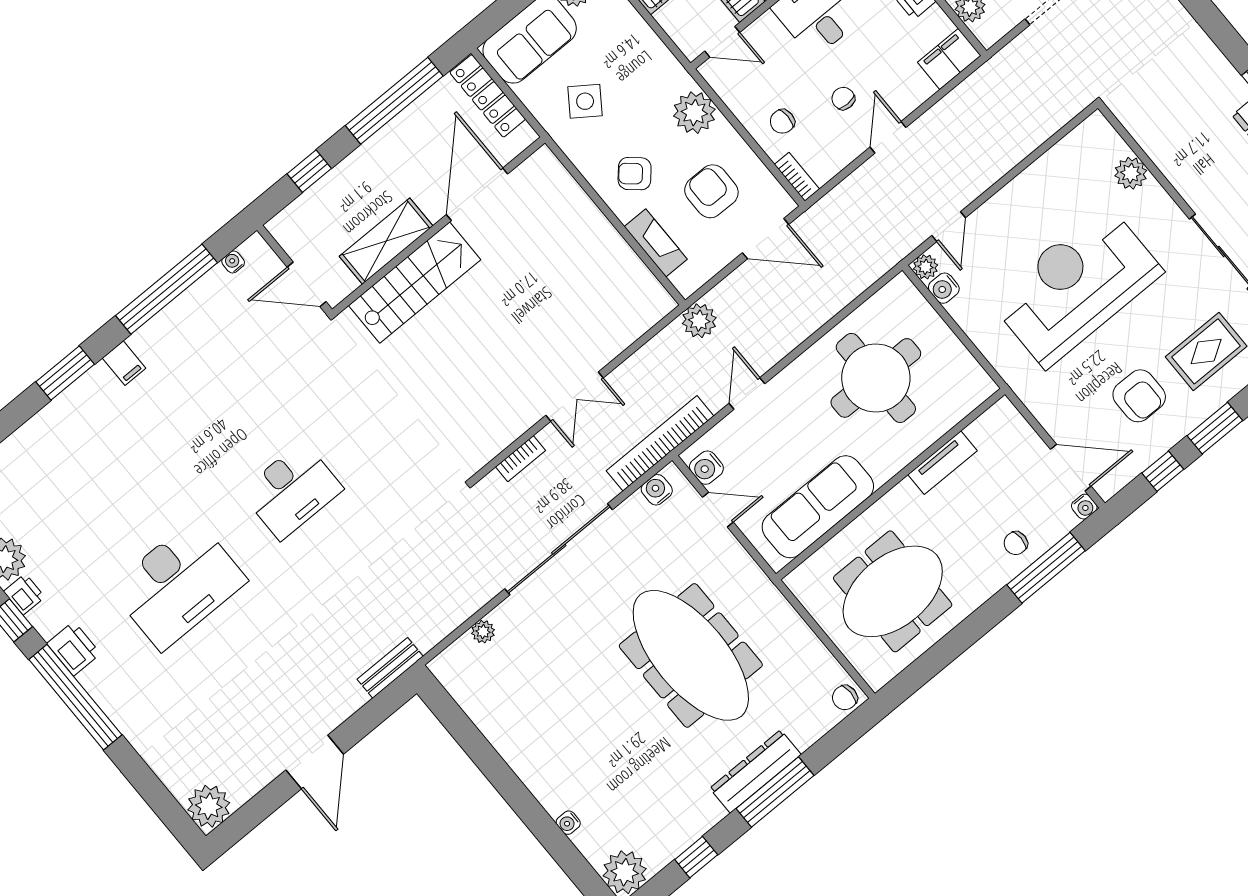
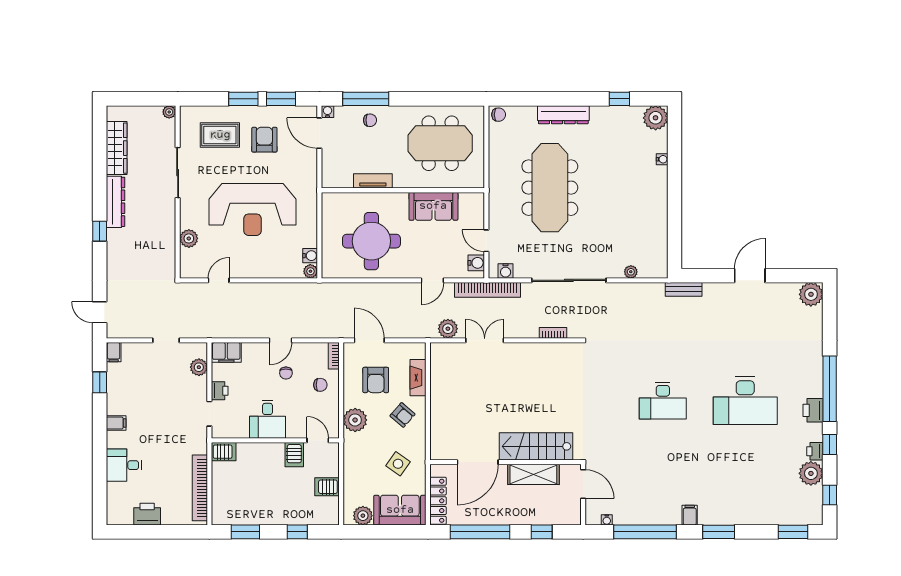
door: (949, 227) -> (219, 280), moved
plant: (699, 321) -> (448, 329), moved
double door: (575, 397) -> (485, 340), moved
window: (1163, 471) -> (281, 99), width x1.50
desk: (292, 490) -> (663, 401), turned 180
sofa: (818, 507) -> (433, 206), width x0.73
desk: (178, 584) -> (745, 401), turned 180
window: (775, 792) -> (562, 99), removed

